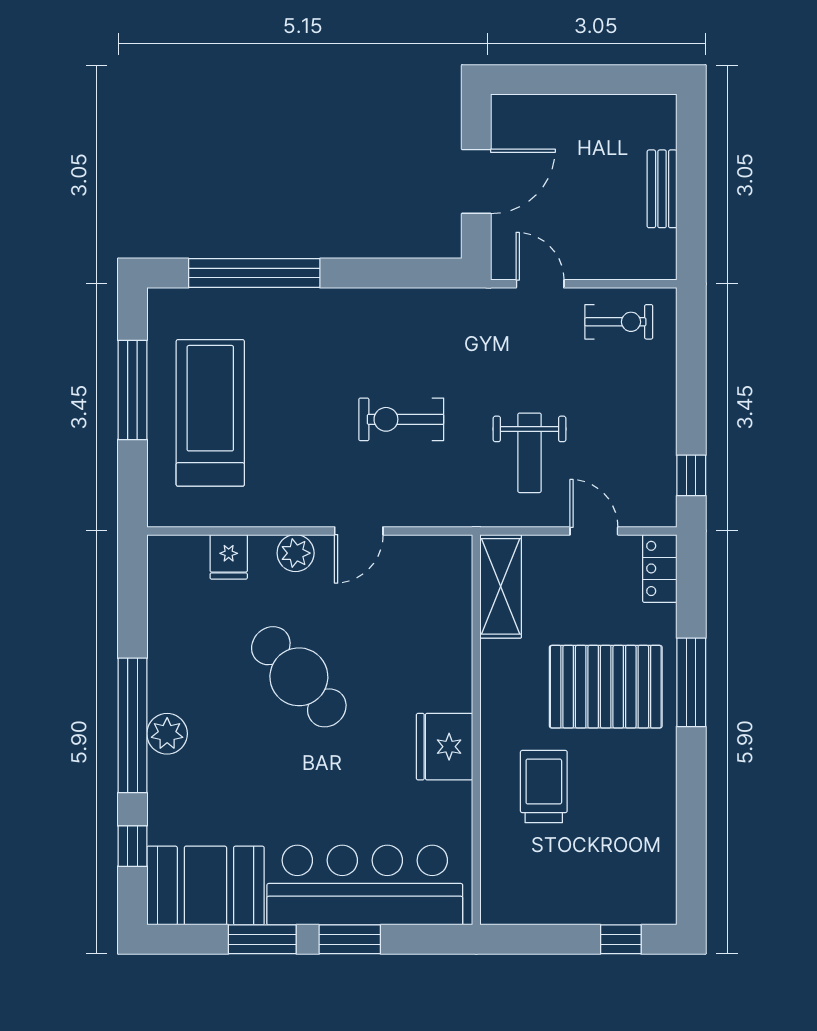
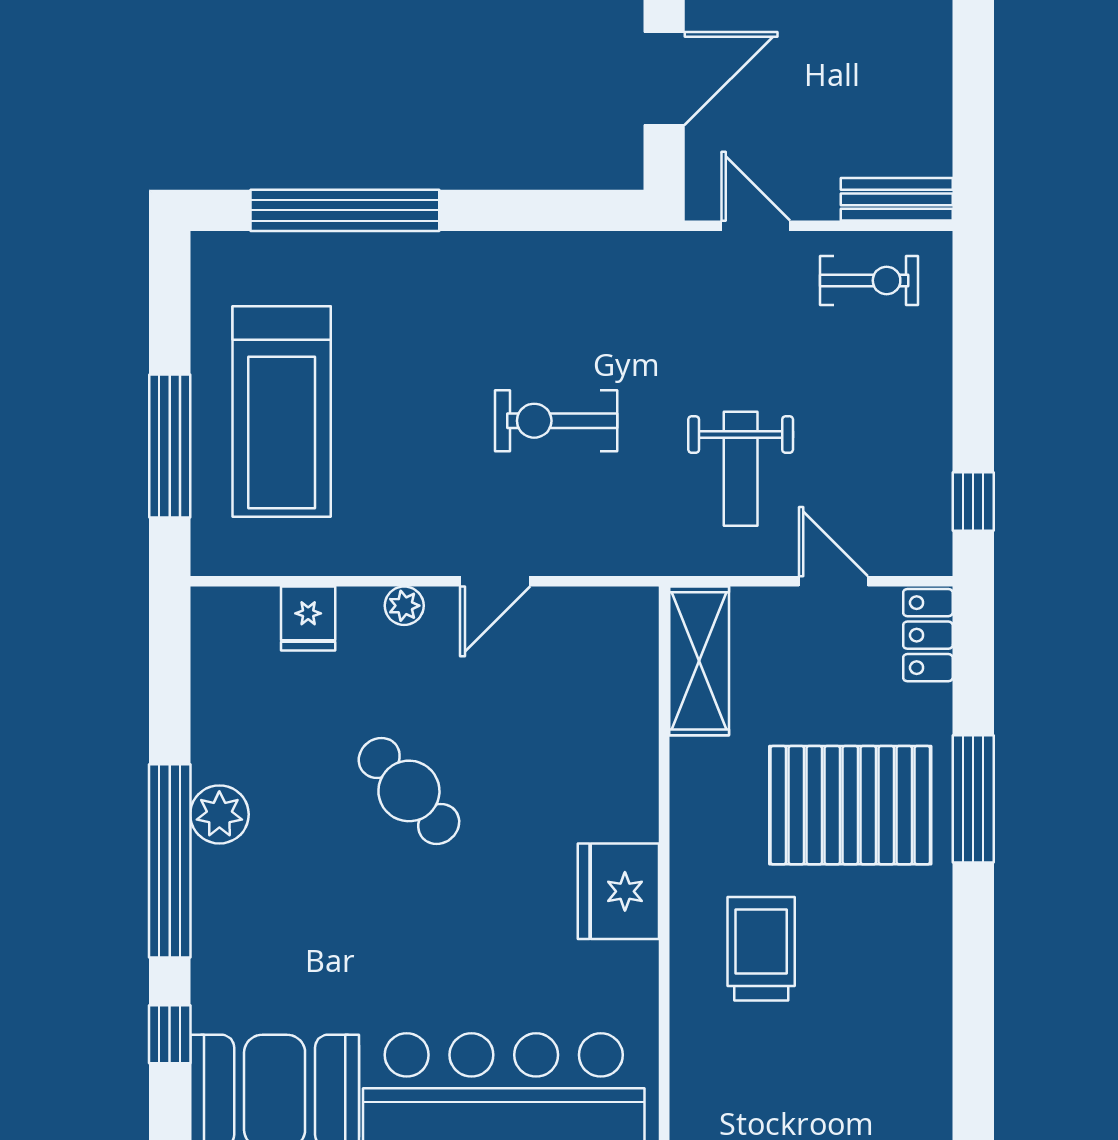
bench: (662, 189) -> (897, 199), moved, turned 90
window: (132, 390) -> (170, 446), moved
treadmill: (210, 413) -> (282, 411), turned 180
plant: (296, 553) -> (404, 606), width x0.73, depth x0.73
cafe table: (299, 677) -> (409, 791), width x0.73, depth x0.74
plant: (167, 734) -> (219, 814), moved

